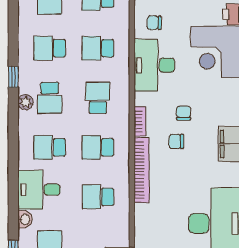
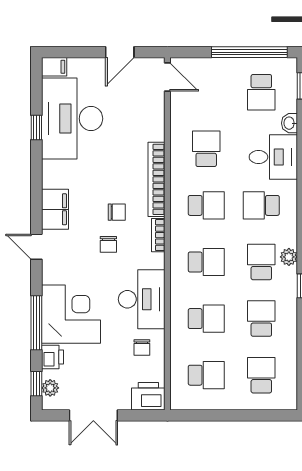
chair: (154, 23) -> (142, 348), turned 90
school desk: (50, 48) -> (261, 319), turned -90
school desk: (98, 98) -> (206, 262), turned -90
school desk: (50, 147) -> (261, 205), turned 180
school desk: (98, 197) -> (206, 149), turned -90

